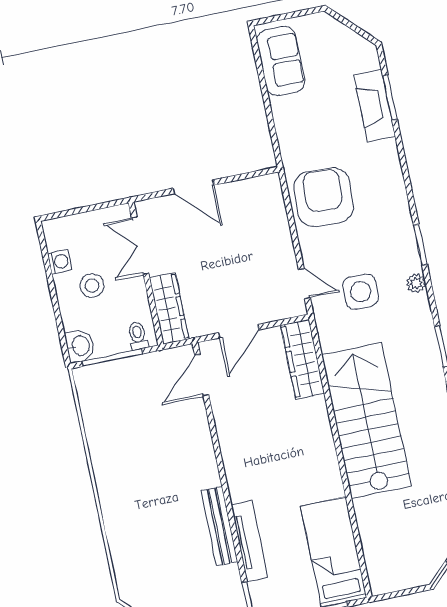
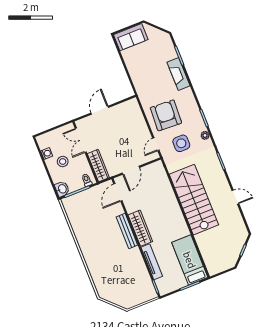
sofa: (281, 61) -> (131, 37), moved, turned 90
fireplace: (375, 105) -> (178, 74), moved
door: (194, 187) -> (100, 110), swing flipped
armchair: (324, 197) -> (166, 115), moved
door: (304, 284) -> (156, 144), swing flipped
wardrobe: (303, 359) -> (140, 228), moved, turned 180
bench: (219, 526) -> (127, 231), moved

